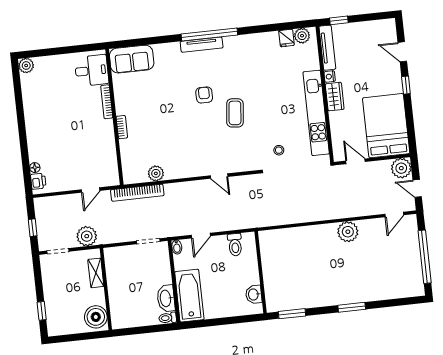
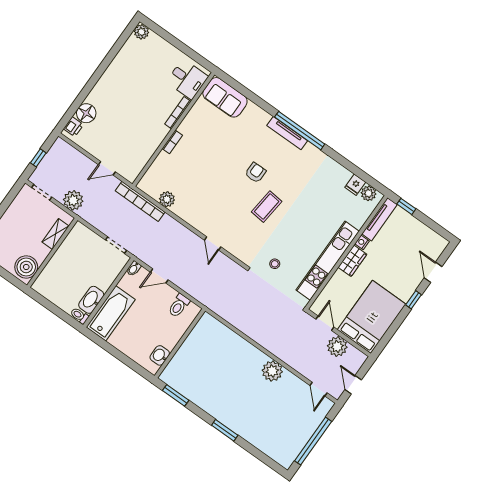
floor lamp: (35, 168) -> (86, 113), width x1.89, depth x1.89
plant: (401, 168) -> (337, 346), moved
door: (394, 215) -> (319, 389), hinge flipped

